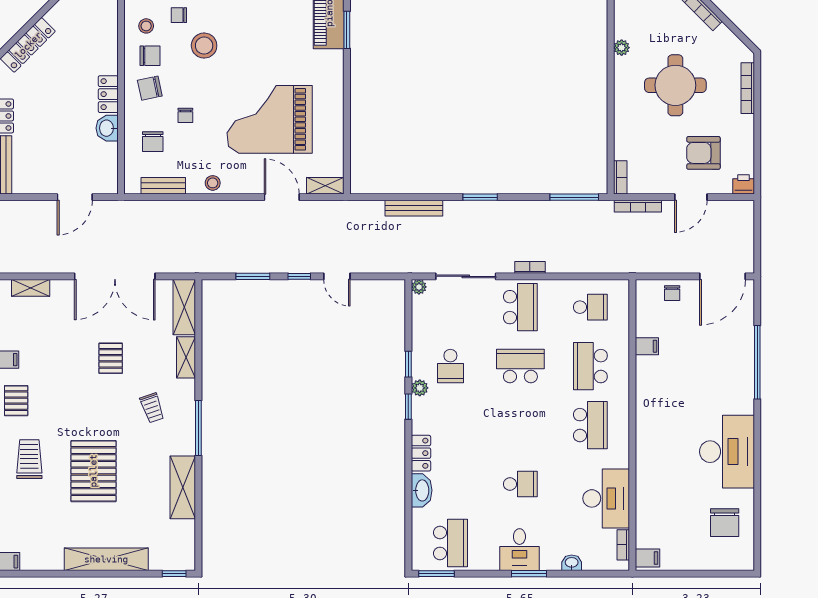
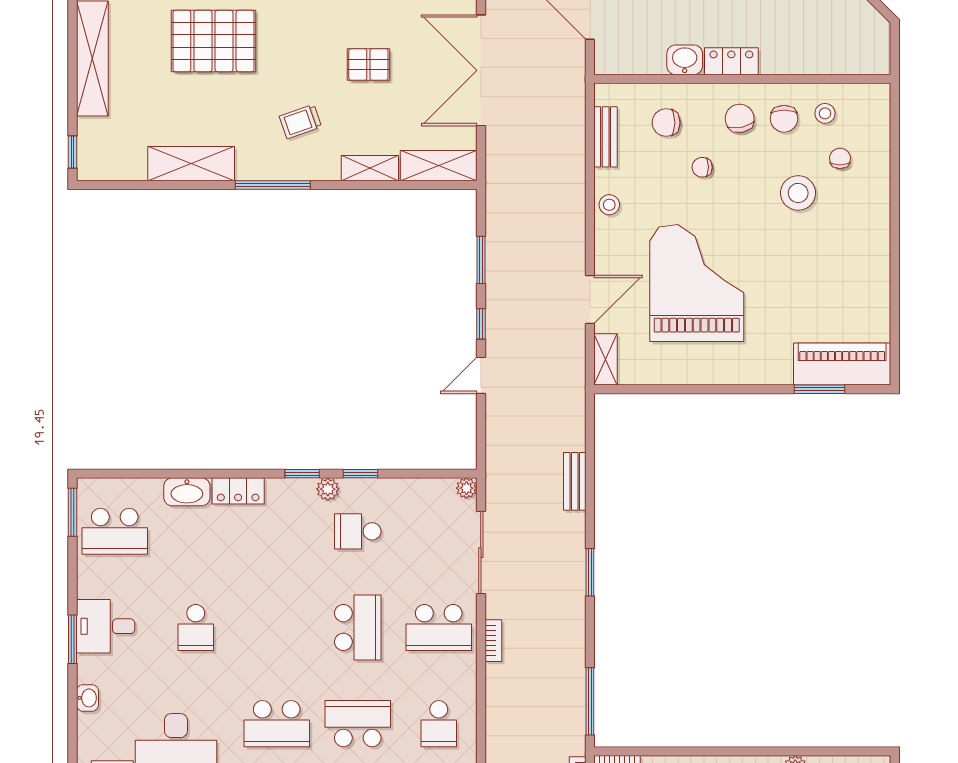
bench: (414, 208) -> (575, 481), width x0.73

